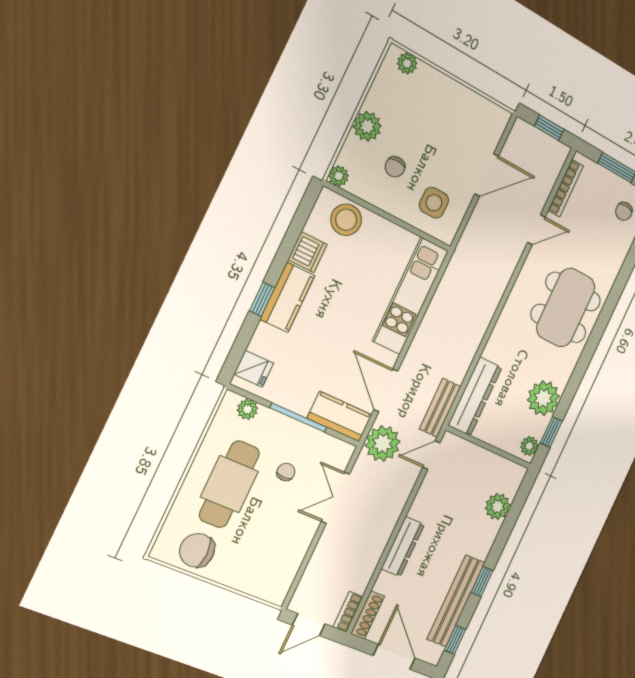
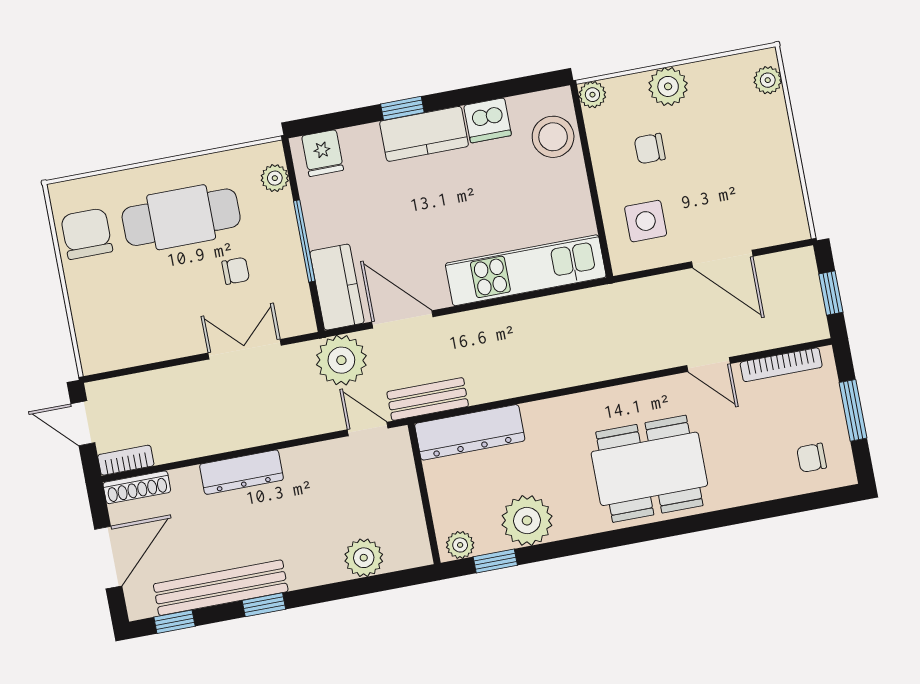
door: (386, 390) -> (402, 319), hinge flipped

